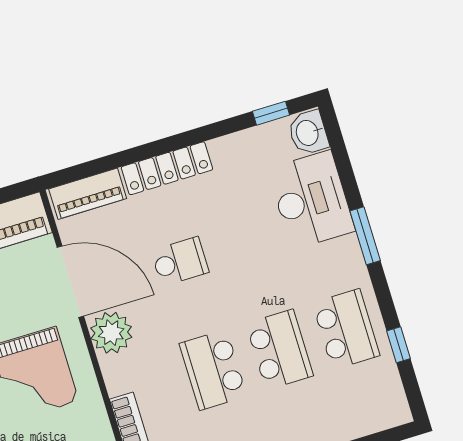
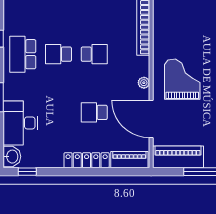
plant: (111, 333) -> (144, 83), width x0.53, depth x0.53
school desk: (280, 350) -> (58, 54), width x0.54
school desk: (213, 370) -> (94, 54), width x0.54

